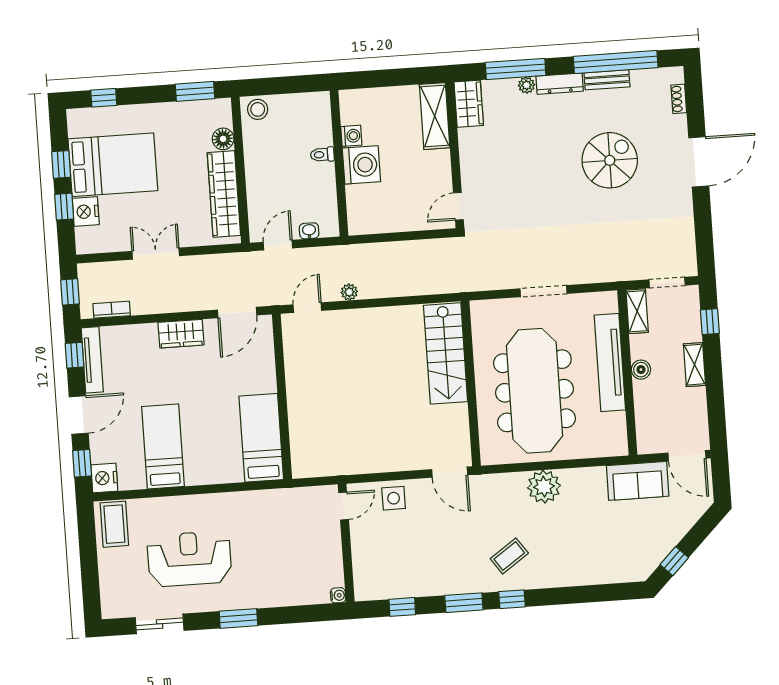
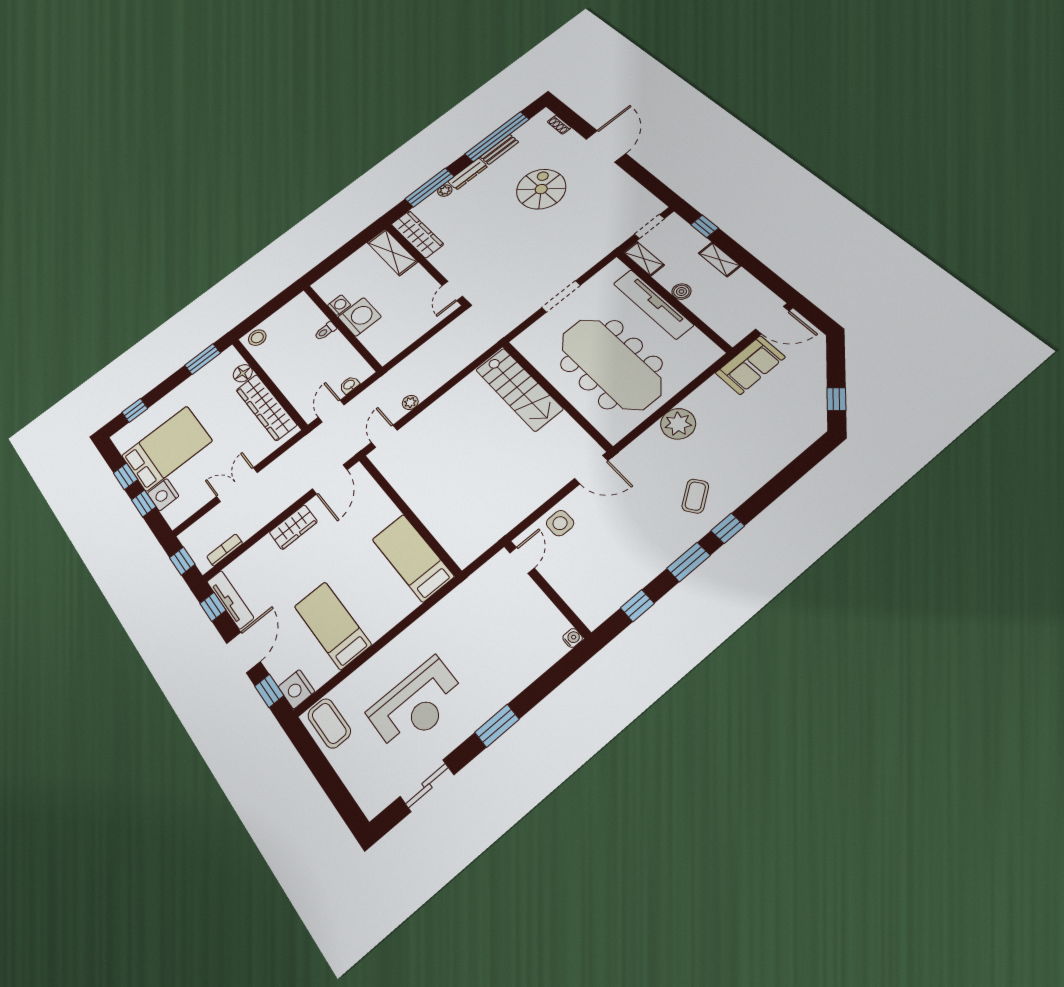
wardrobe: (469, 104) -> (417, 234), width x1.50
reception desk: (189, 559) -> (416, 705), turned 180

